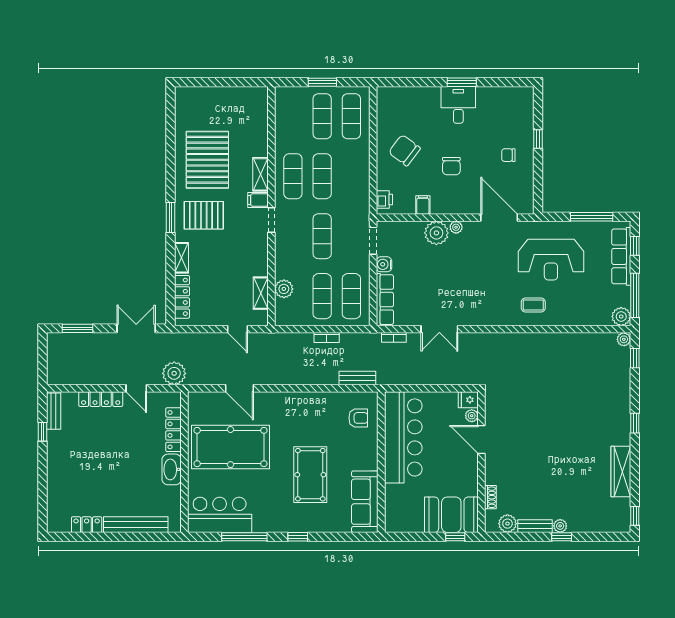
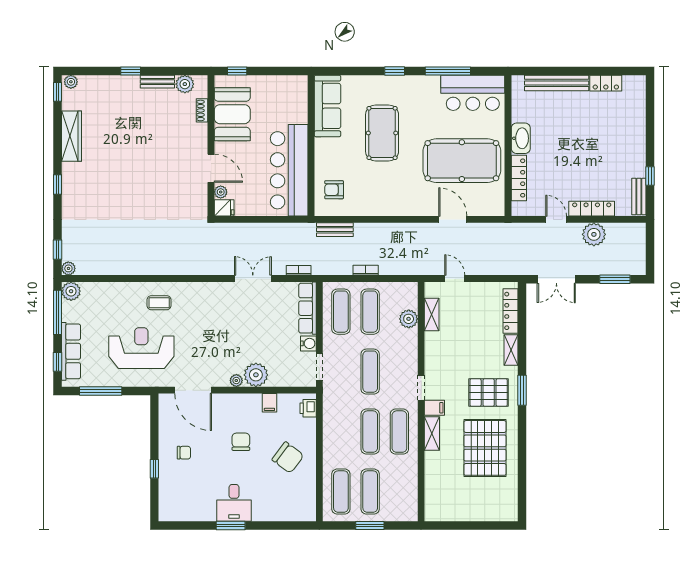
plant: (174, 373) -> (594, 234), moved
booth: (451, 515) -> (232, 114), moved, turned 90
plant: (560, 526) -> (71, 82), moved

